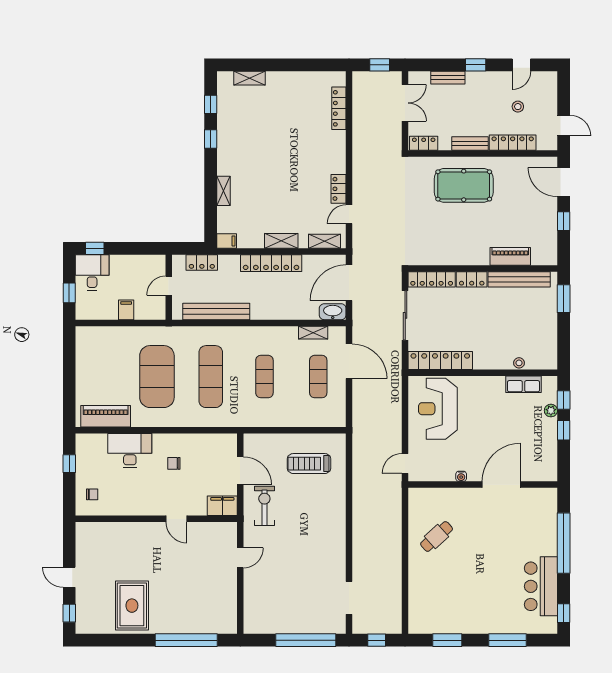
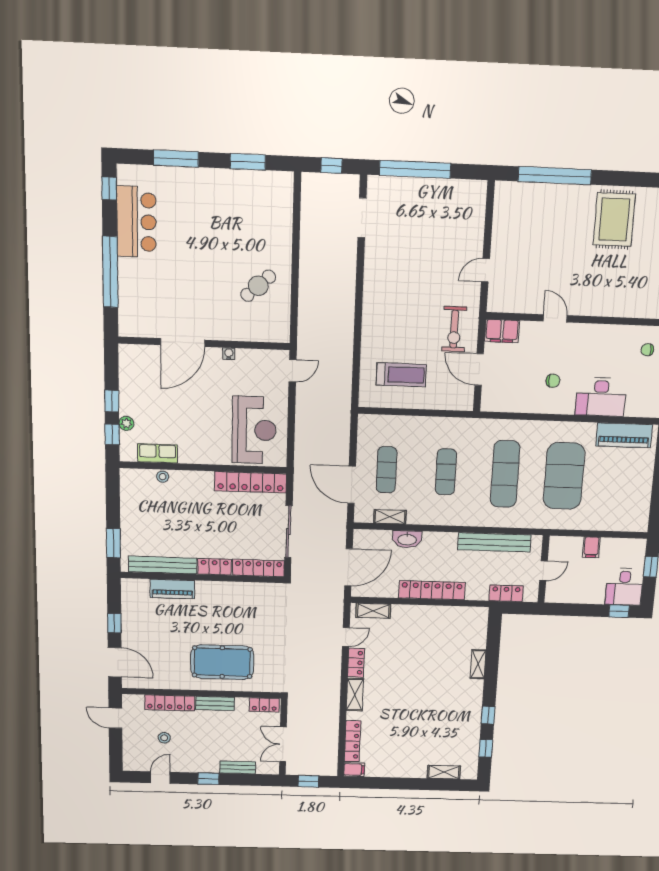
filing cabinet: (227, 241) -> (354, 770), moved, turned 180
shelving: (281, 241) -> (355, 695), moved, turned 90
washbasin: (333, 312) -> (407, 539), moved

